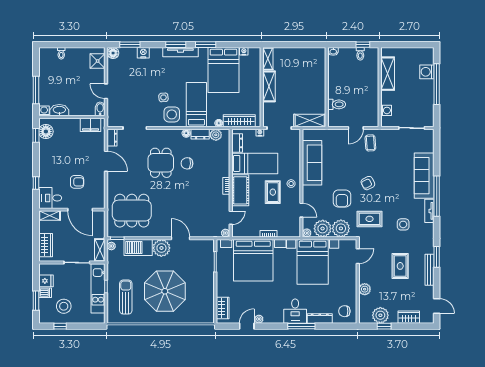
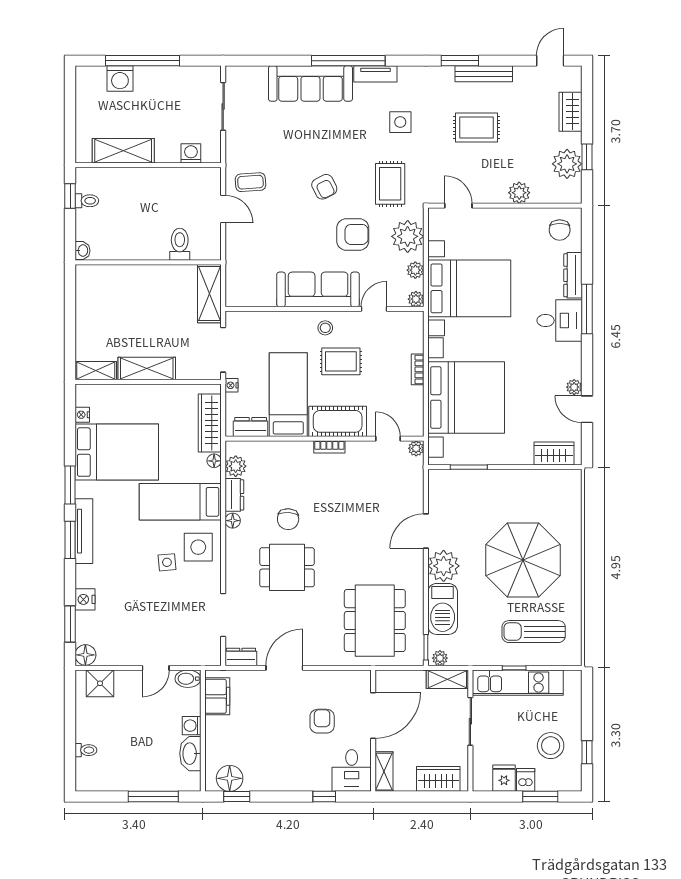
washing machine: (44, 111) -> (192, 726), moved
sofa: (312, 163) -> (318, 289), moved
plant: (323, 229) -> (415, 270), width x0.53, depth x0.53

